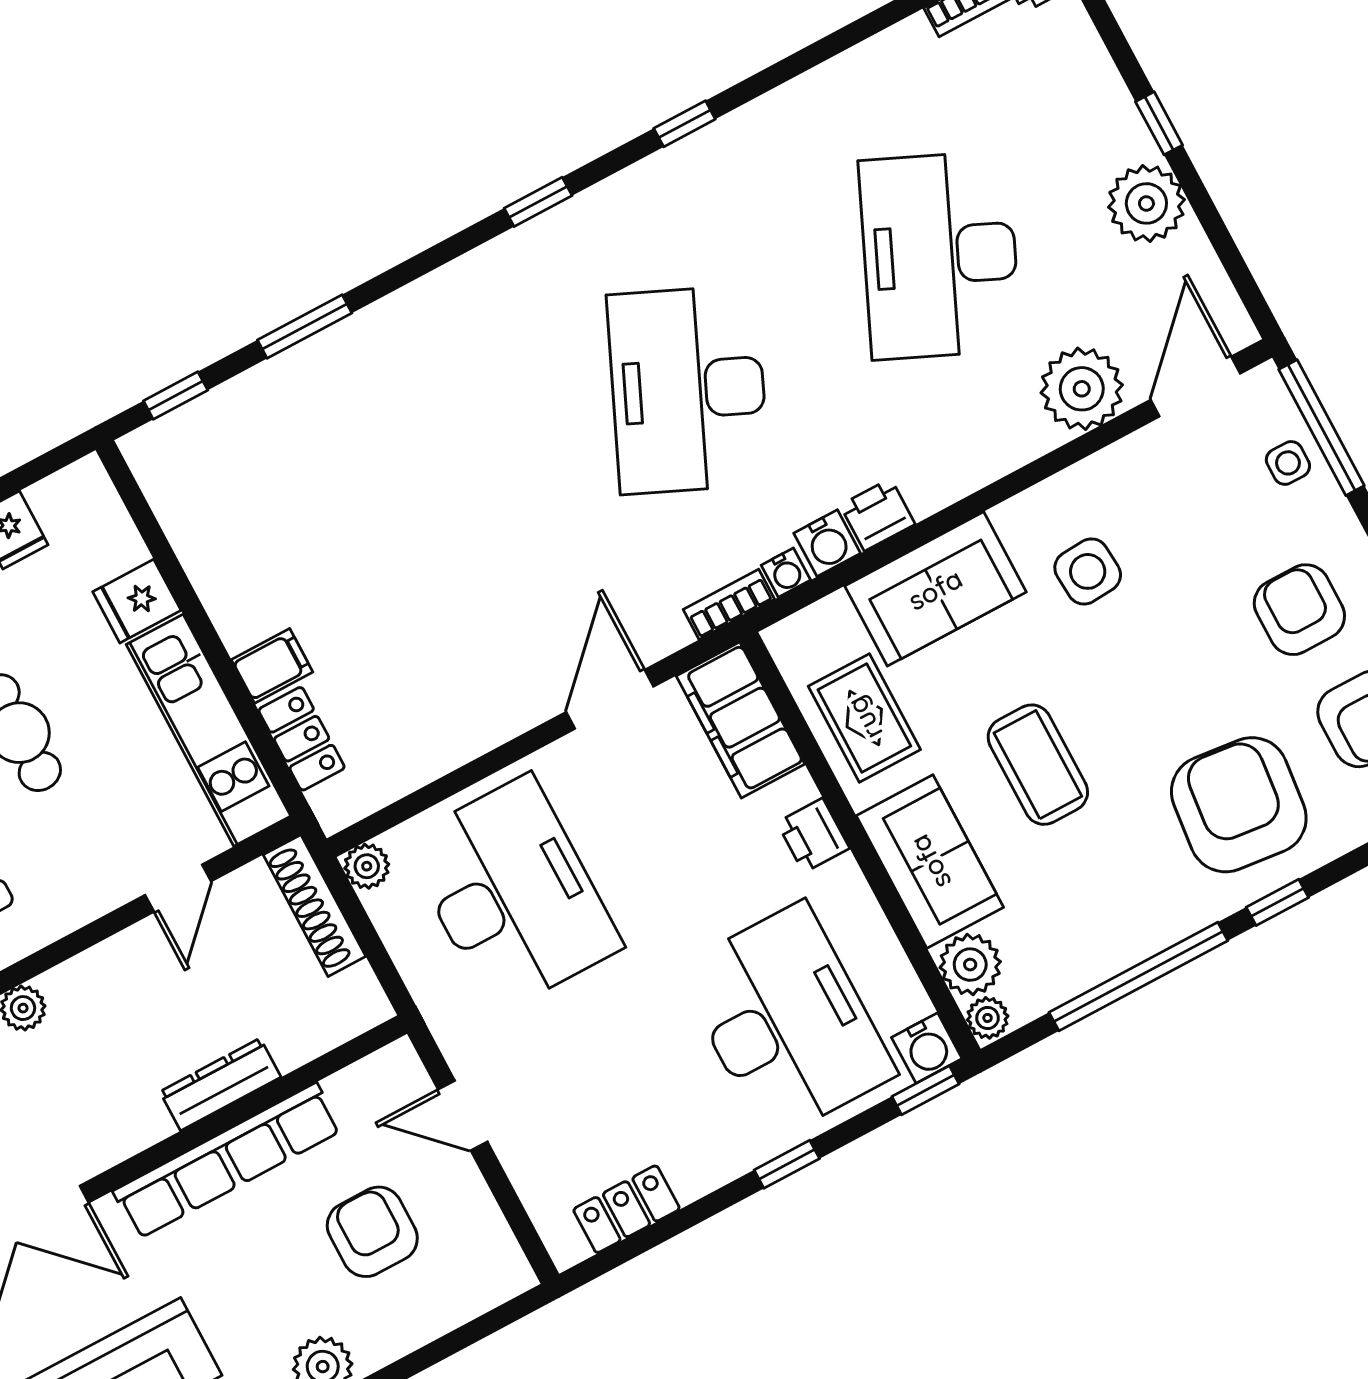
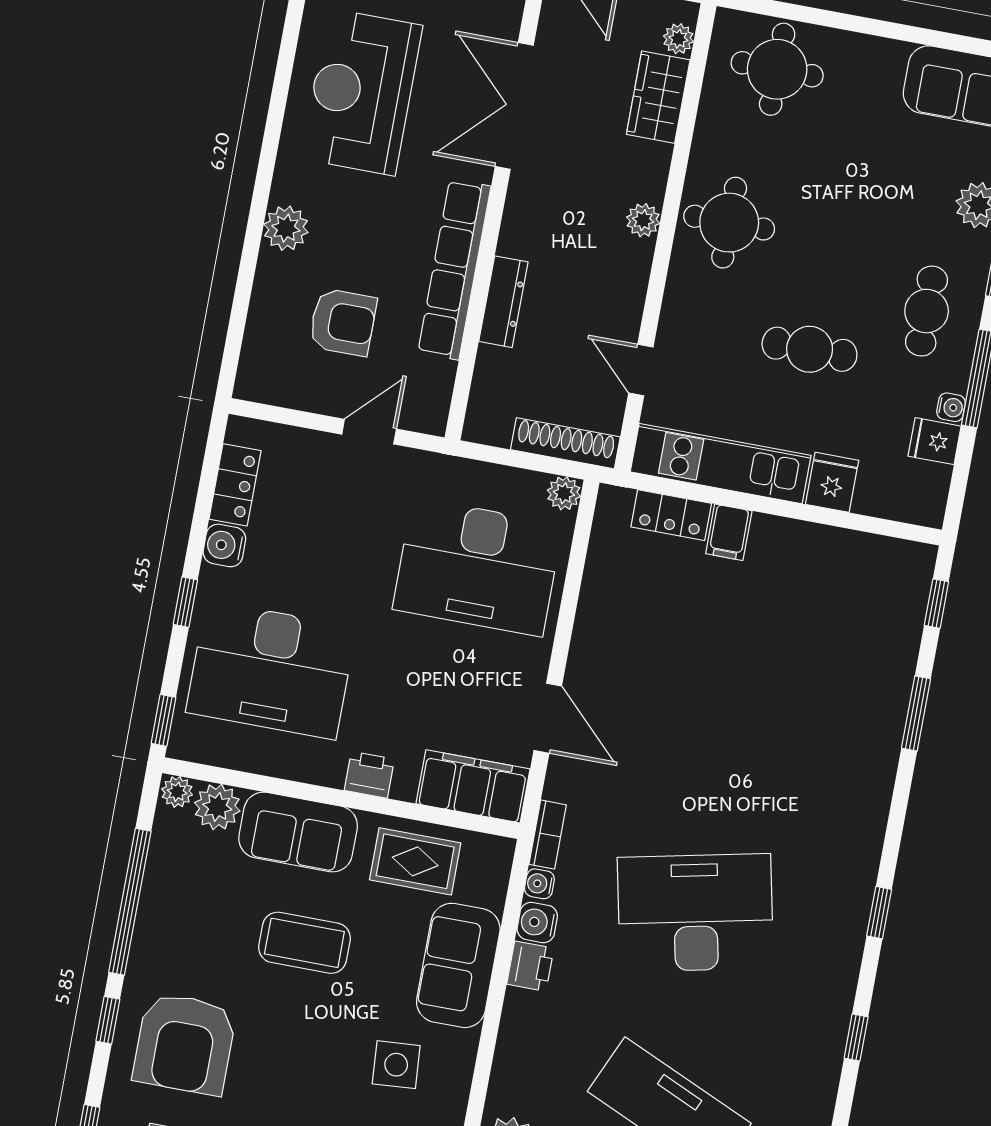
desk: (688, 390) -> (695, 913), turned -36
armchair: (1239, 805) -> (185, 1044), turned 84
water cooler: (927, 1048) -> (224, 545), moved

